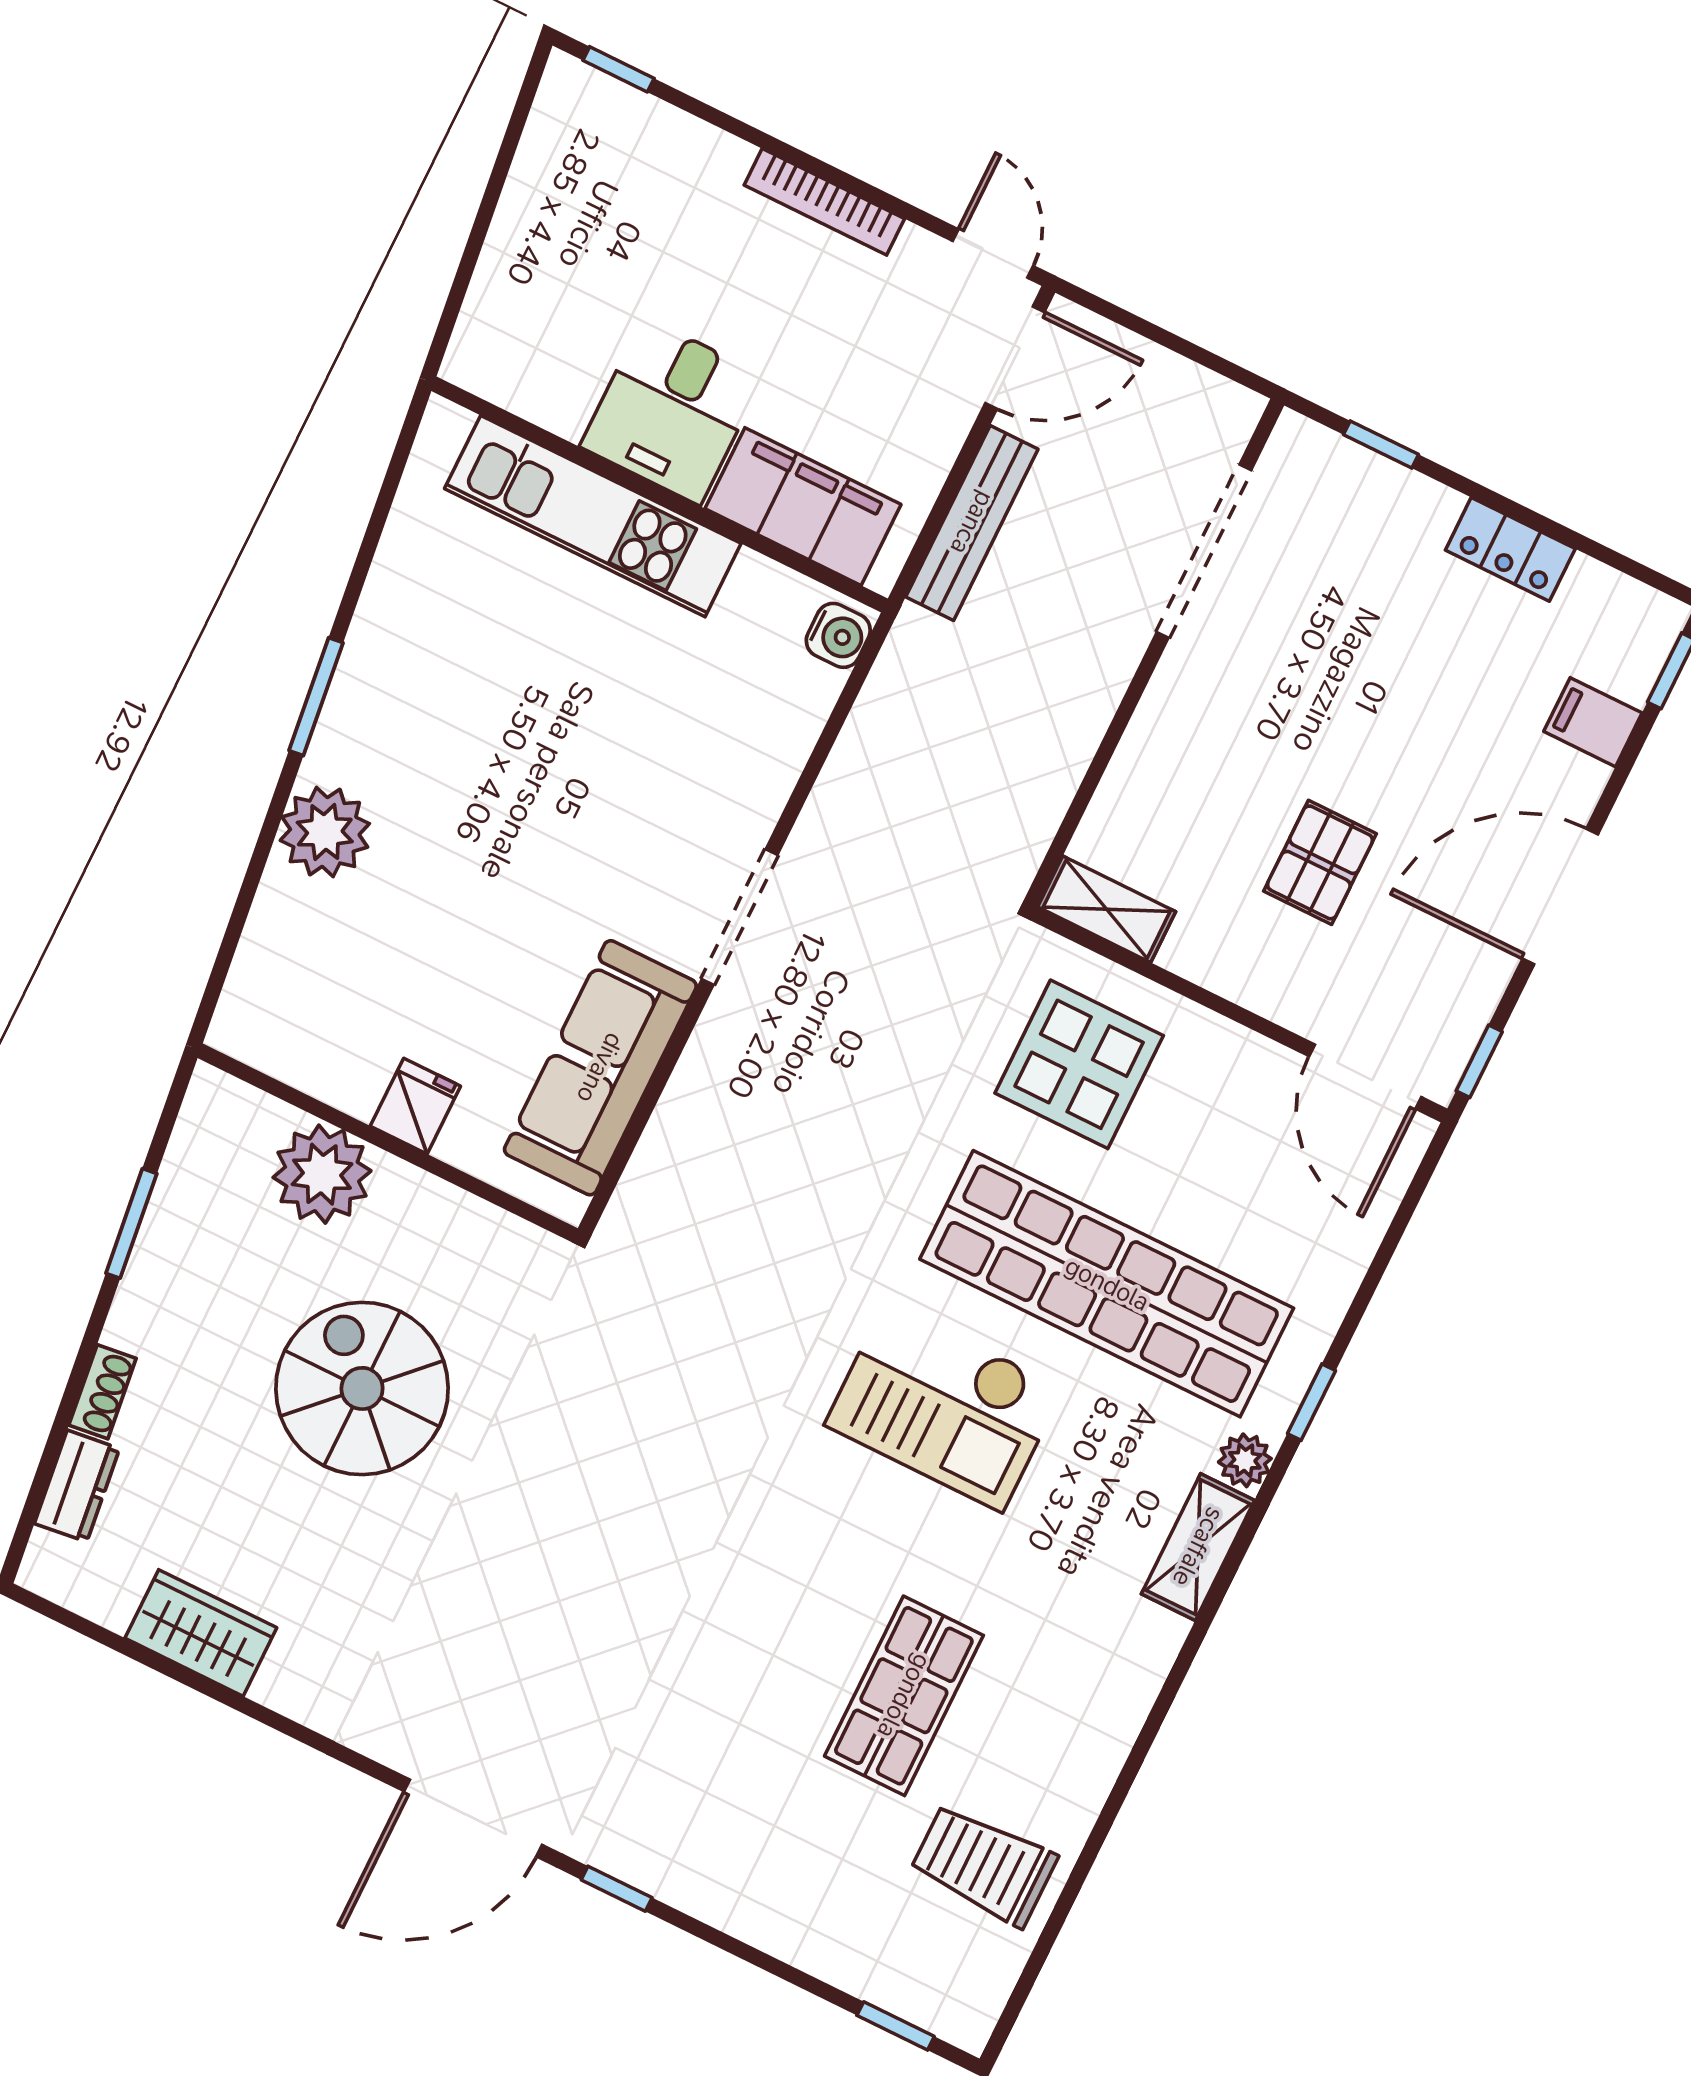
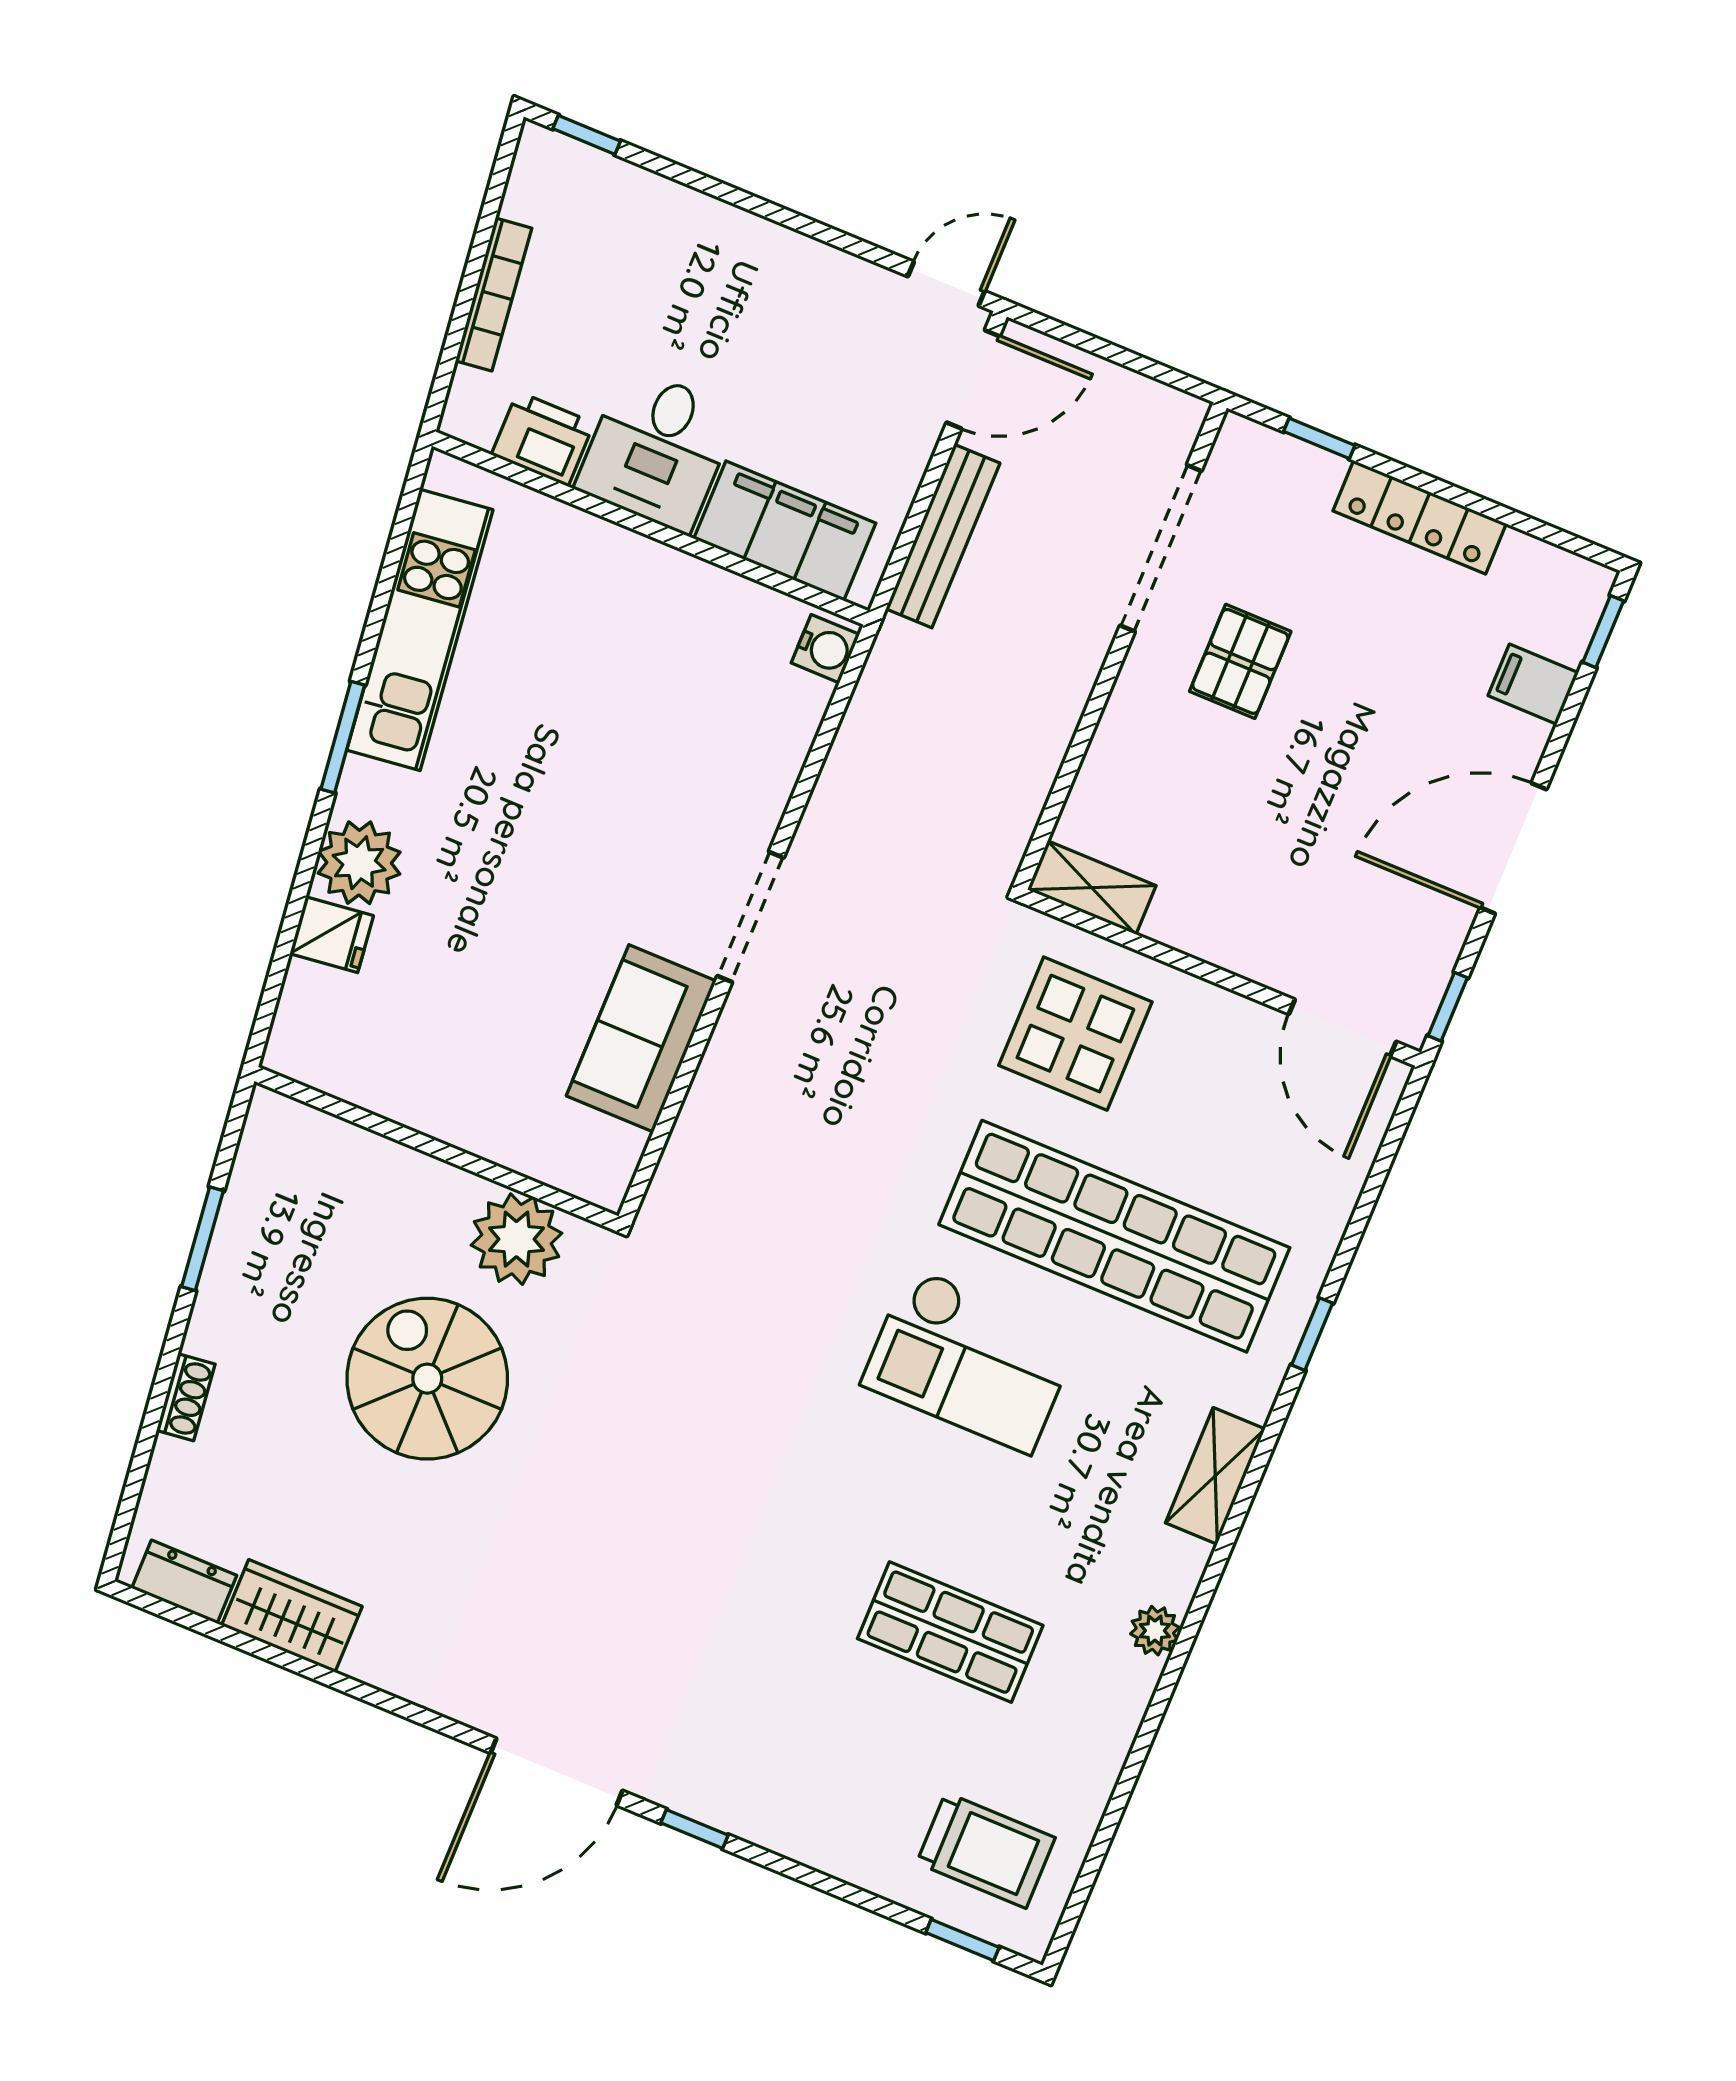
bookcase: (824, 202) -> (494, 295), moved, turned -97
door: (993, 253) -> (946, 284), hinge flipped
printer: (551, 391) -> (543, 439), added
kitchen unit: (593, 516) -> (420, 630), moved, turned -97
locker: (1510, 549) -> (1420, 517), width x1.53
pallet: (1320, 862) -> (1240, 661), moved
sofa: (600, 1068) -> (641, 1038), width x0.73
fridge: (415, 1106) -> (332, 935), moved, turned 83
plant: (322, 1174) -> (516, 1239), moved
plant: (1245, 1460) -> (1155, 1631), moved
dresser: (77, 1486) -> (184, 1582), moved, turned -83
shop shelf: (904, 1696) -> (950, 1632), turned 90
trolley: (984, 1865) -> (986, 1850), moved, turned 180

